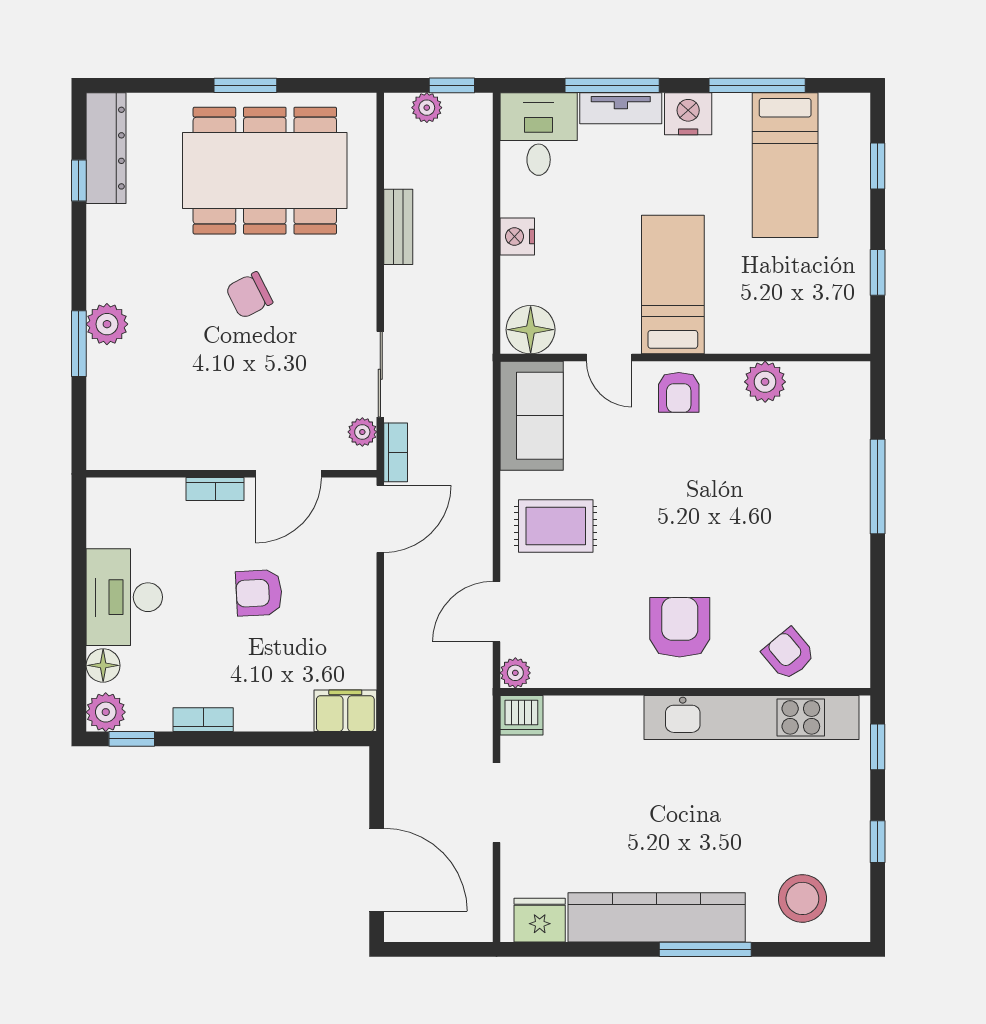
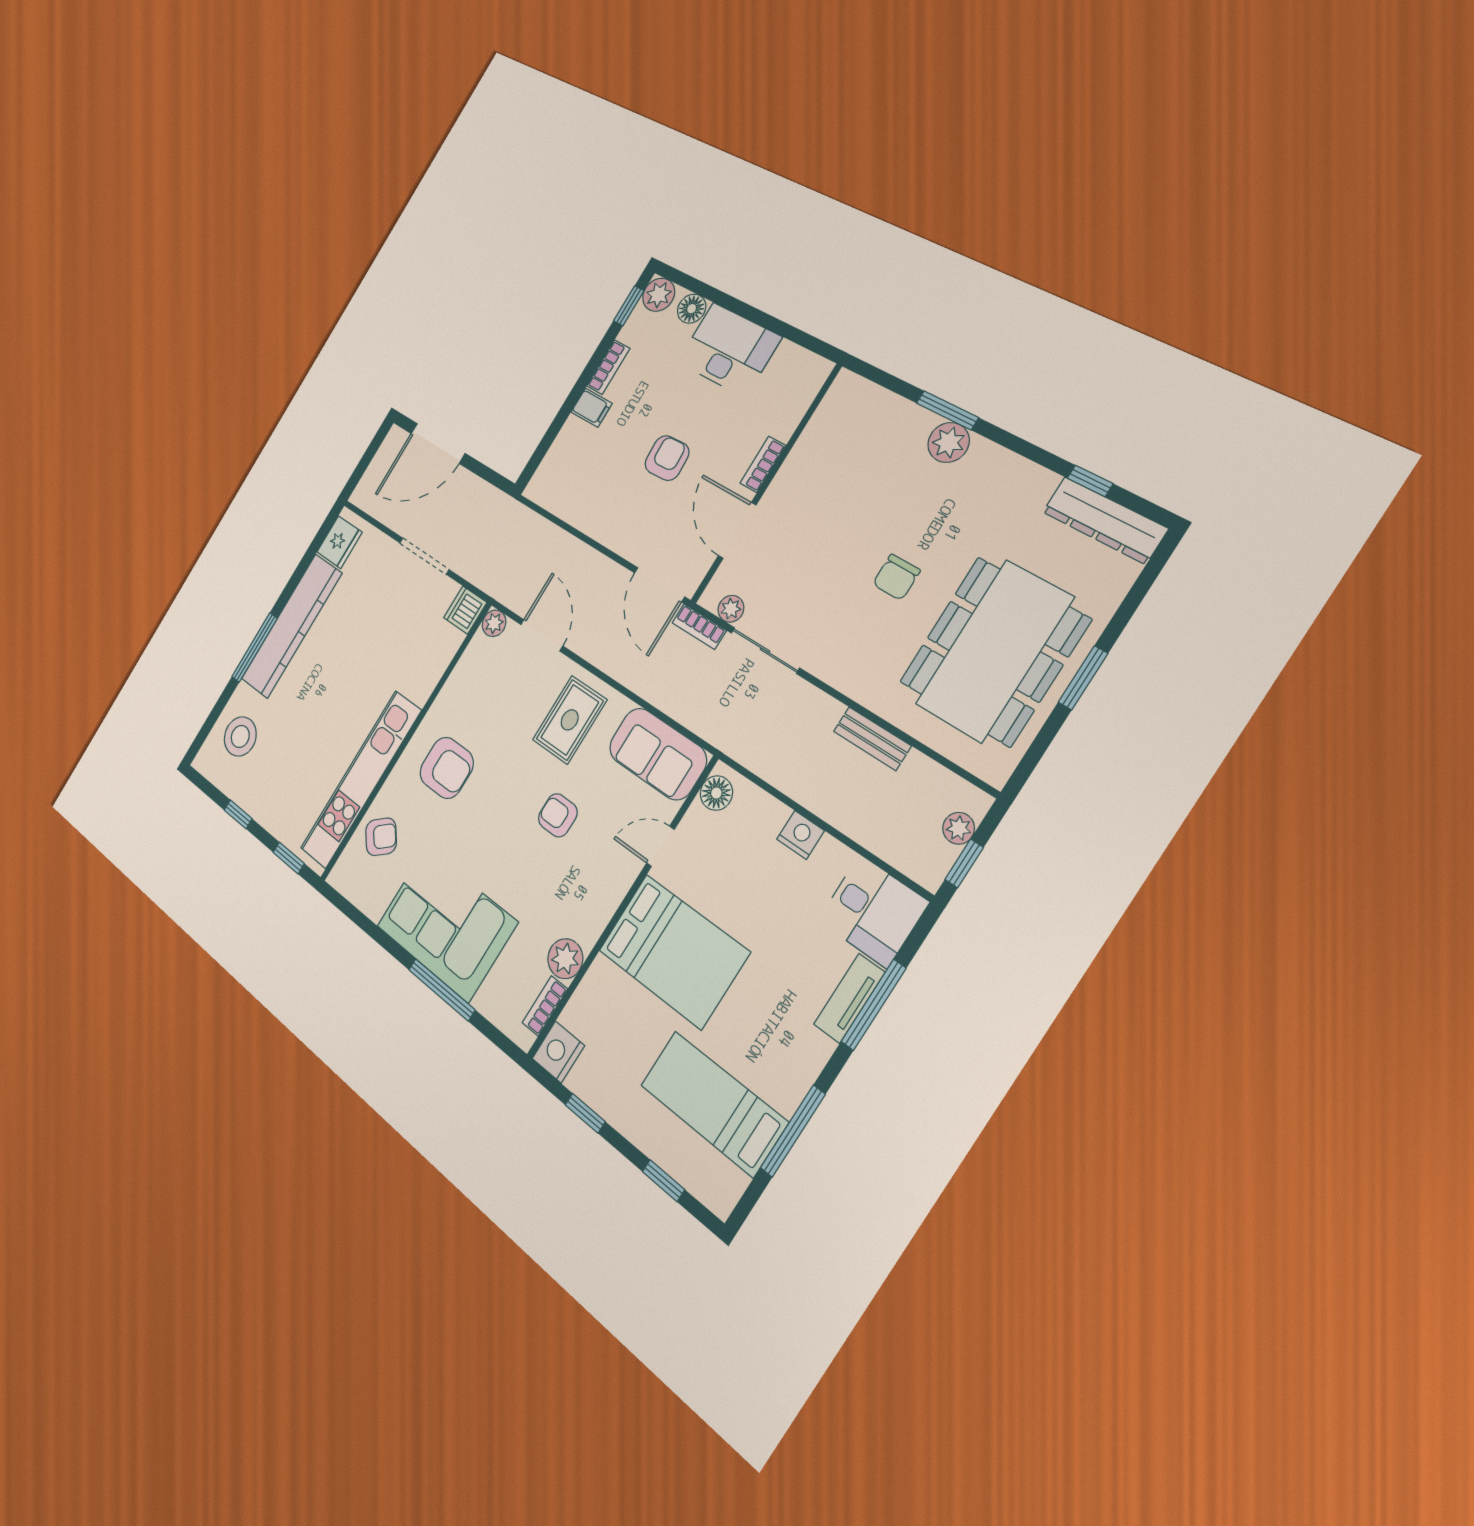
nightstand: (688, 114) -> (558, 1052), moved, turned 180
bed: (673, 285) -> (674, 951), width x1.50
chair: (249, 295) -> (896, 577), turned -153
floor lamp: (531, 330) -> (716, 793), width x0.73, depth x0.73
bookcase: (818, 373) -> (545, 1006), added
armchair: (679, 392) -> (558, 815), moved
corner sofa: (818, 524) -> (446, 924), added
filing cabinet: (345, 711) -> (592, 408), moved, width x0.50

